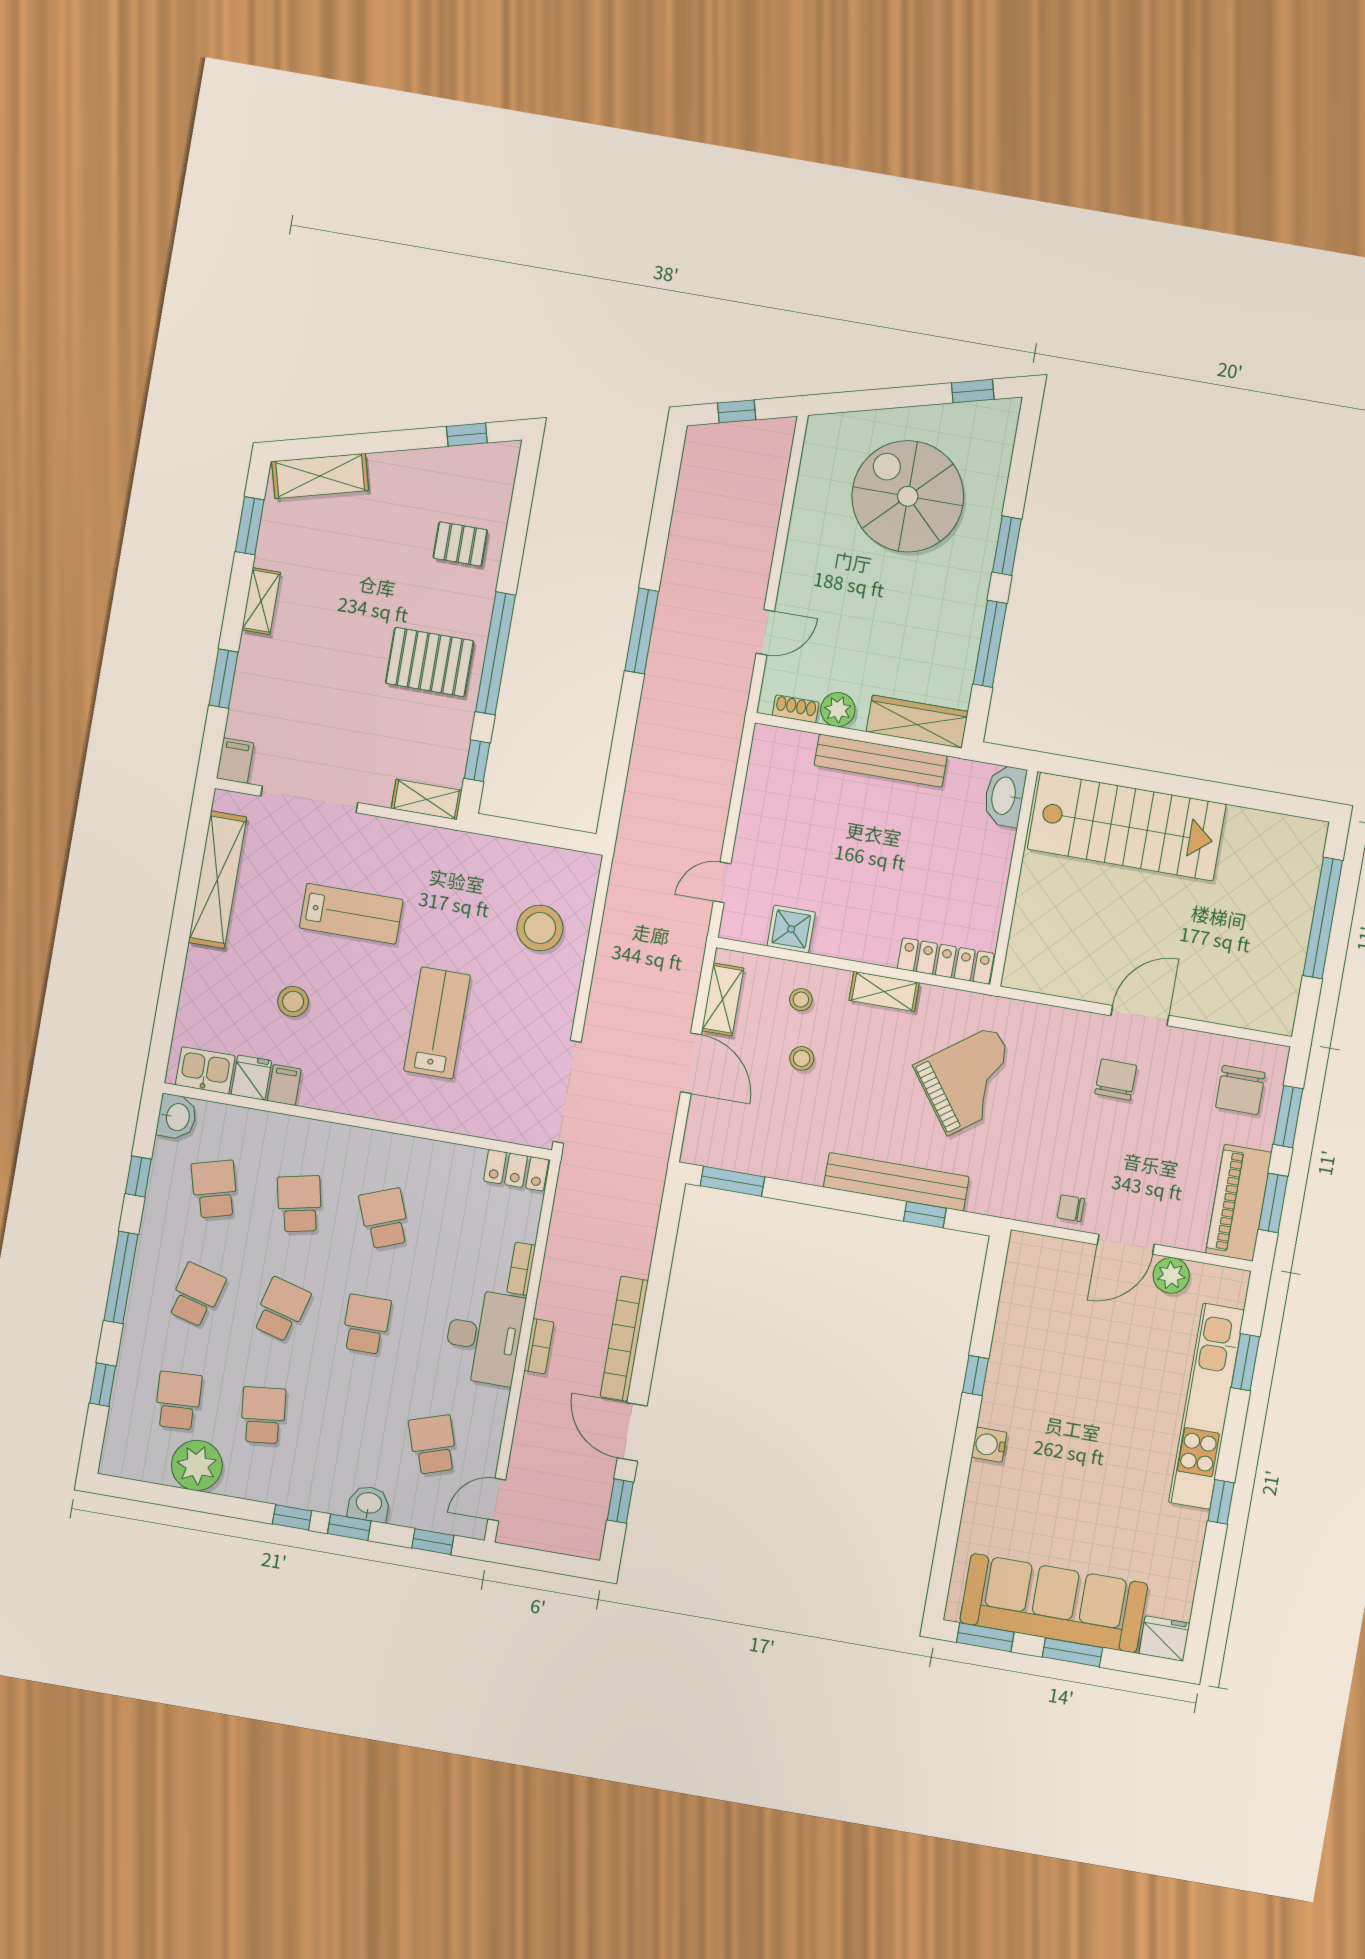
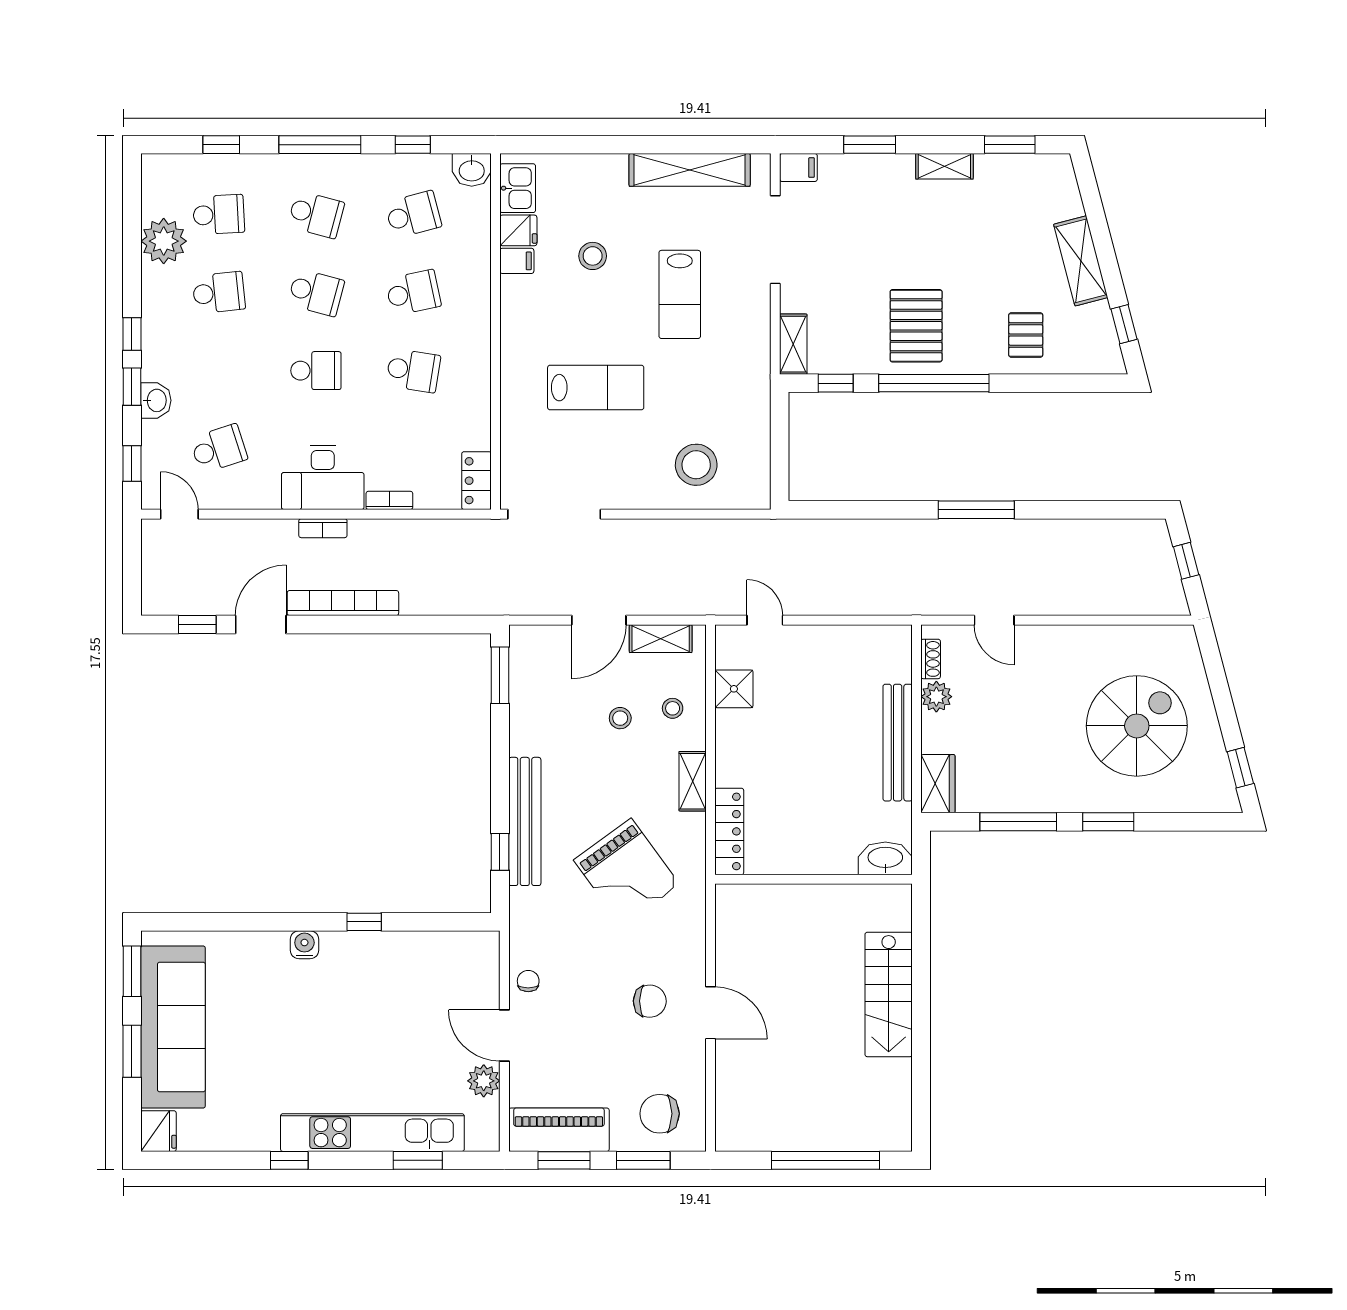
shelving: (320, 476) -> (1081, 261), moved
wardrobe: (917, 722) -> (938, 784), width x0.67
stairs: (1127, 827) -> (889, 994), width x0.73, depth x0.66
school desk: (384, 1218) -> (413, 371), turned 30

